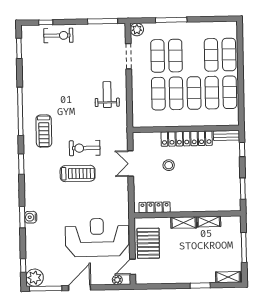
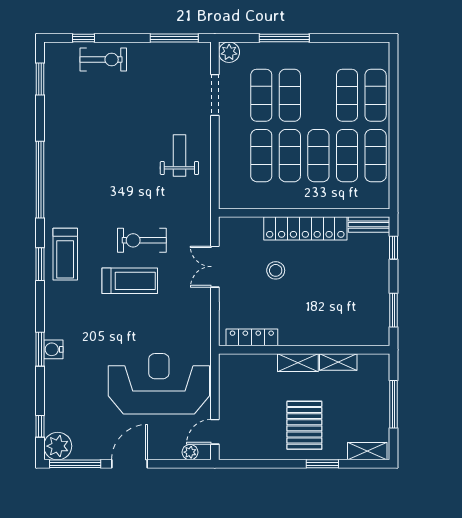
treadmill: (44, 131) -> (65, 254), moved
pallet: (148, 243) -> (304, 425), moved

